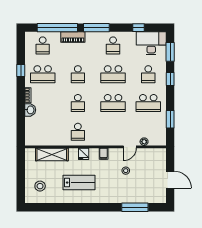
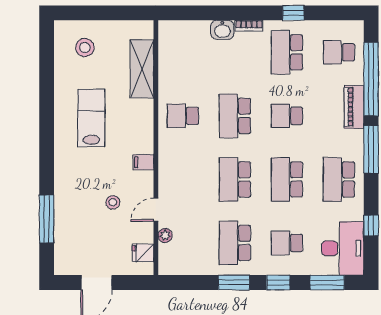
school desk: (113, 45) -> (339, 179), width x1.85
school desk: (78, 103) -> (235, 116), width x1.85
window: (170, 119) -> (234, 282), moved
door: (130, 147) -> (156, 210), hinge flipped
fridge: (84, 154) -> (143, 253), moved
lab bench: (79, 183) -> (91, 118), turned 180

